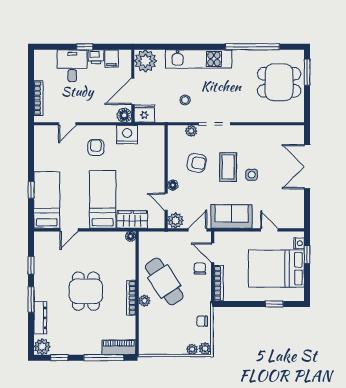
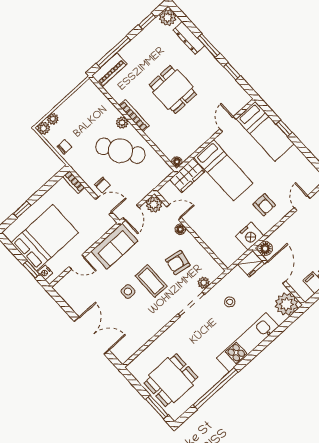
bookcase: (219, 283) -> (74, 182), width x0.64

